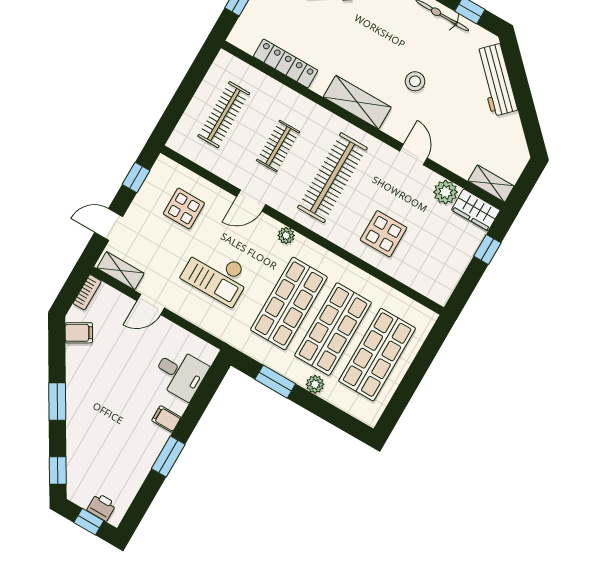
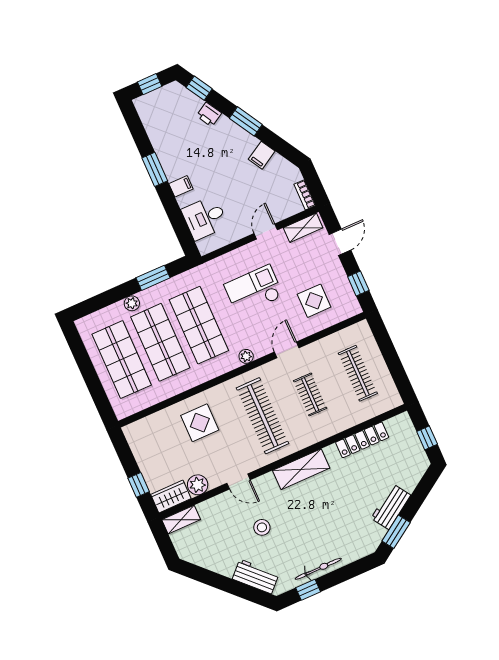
workbench: (496, 80) -> (256, 576), width x0.73
stool: (415, 81) -> (262, 527), moved
filing cabinet: (79, 333) -> (262, 155), moved
printer: (102, 507) -> (209, 114), moved, turned 59

